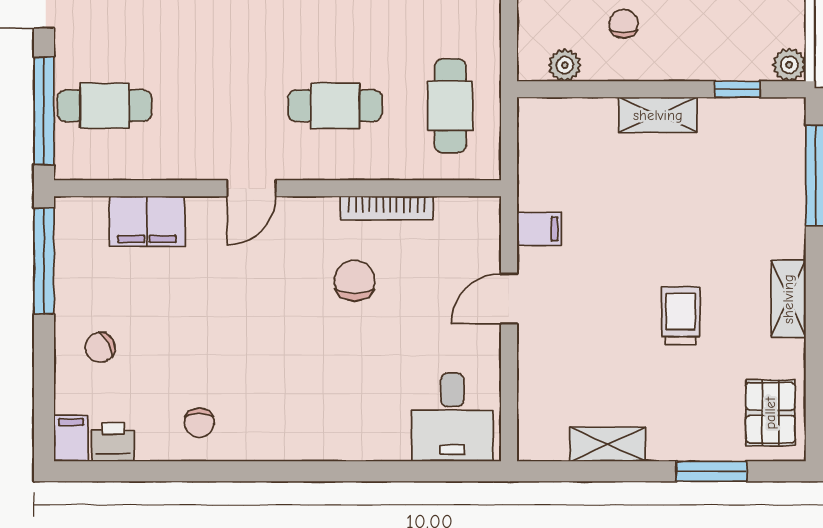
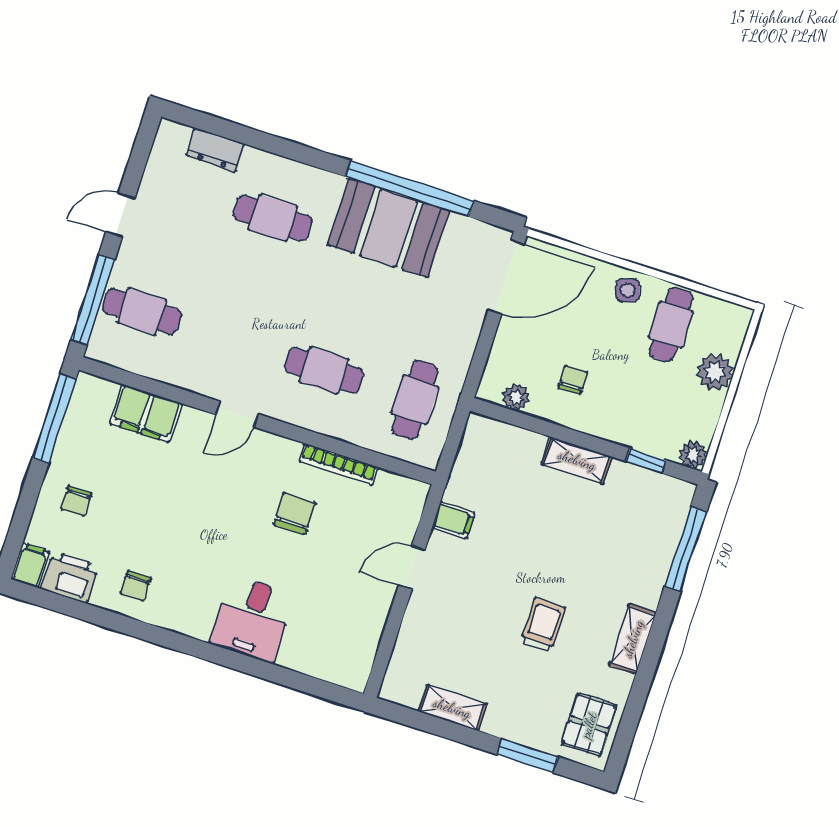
chair: (100, 347) -> (76, 501), turned -62
desk: (452, 417) -> (252, 619), moved
printer: (113, 442) -> (70, 577), width x1.36, depth x1.24

